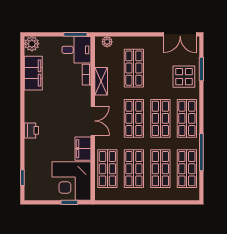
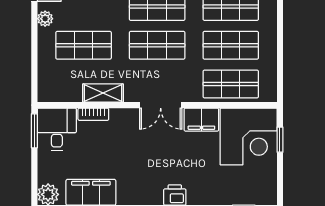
plant: (107, 42) -> (45, 19), moved
double door: (93, 121) -> (161, 105), swing flipped

